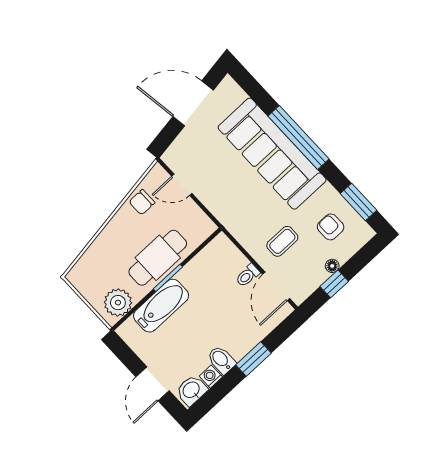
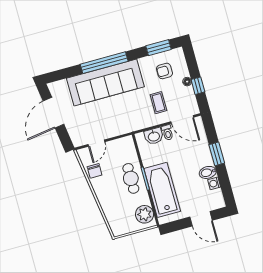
cafe table: (158, 258) -> (131, 178), width x0.73, depth x0.74
bathtub: (161, 306) -> (162, 190), width x1.36, depth x1.36
washbasin: (192, 390) -> (154, 136), moved, turned -90

